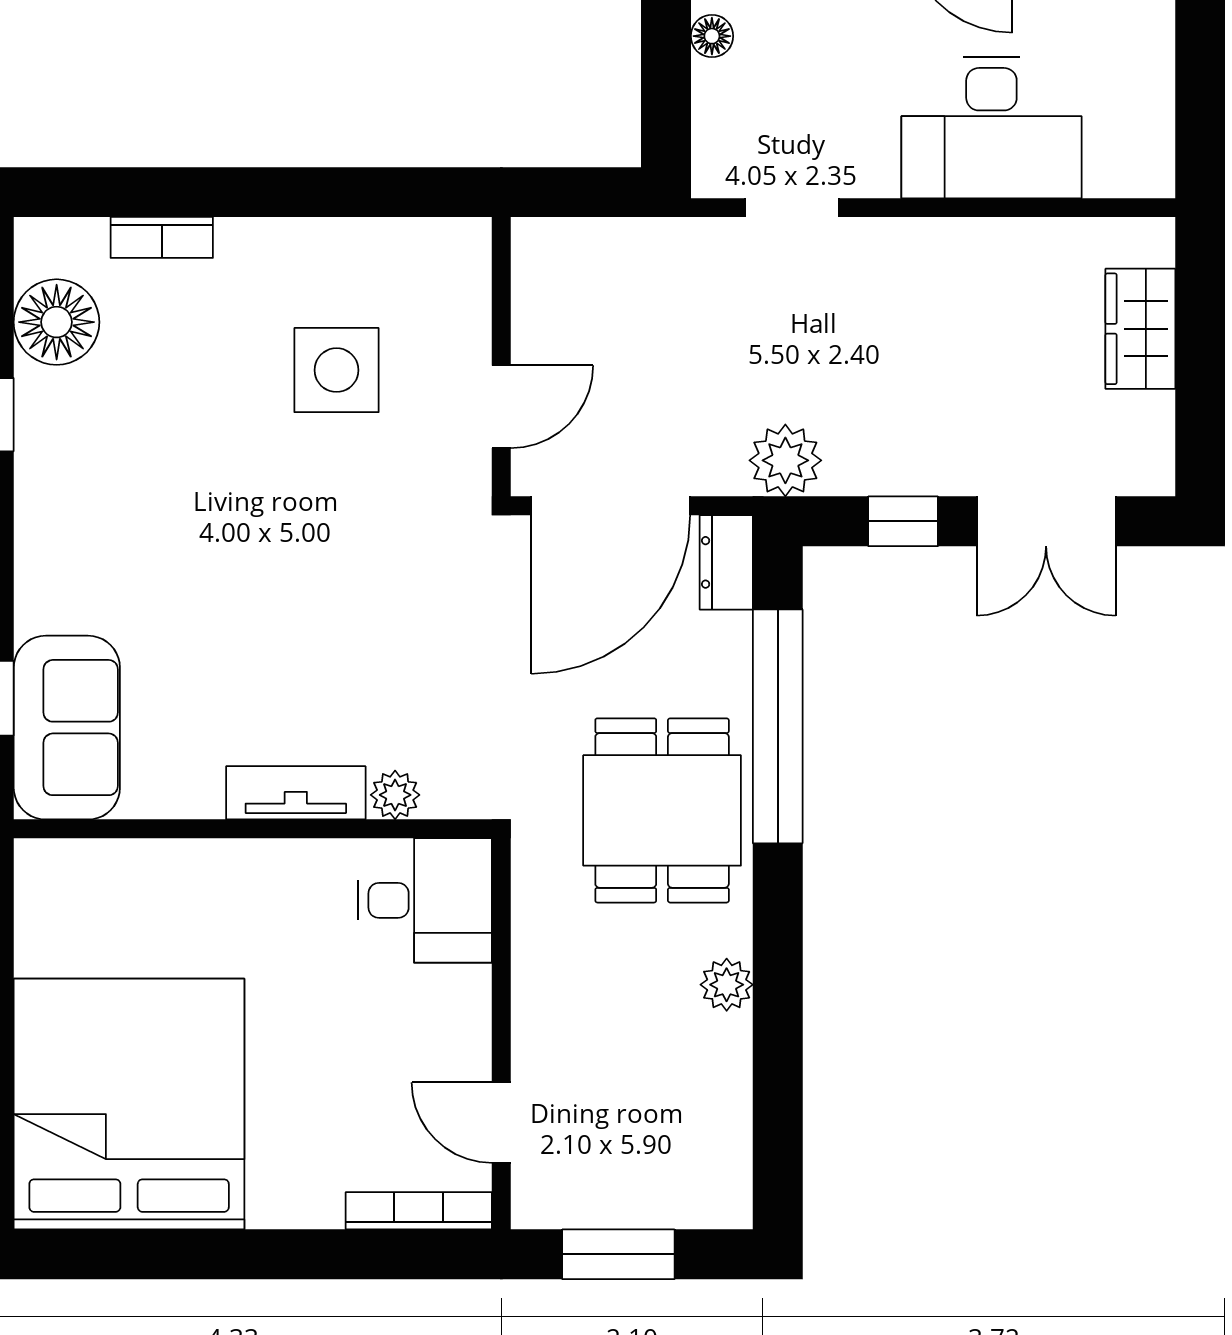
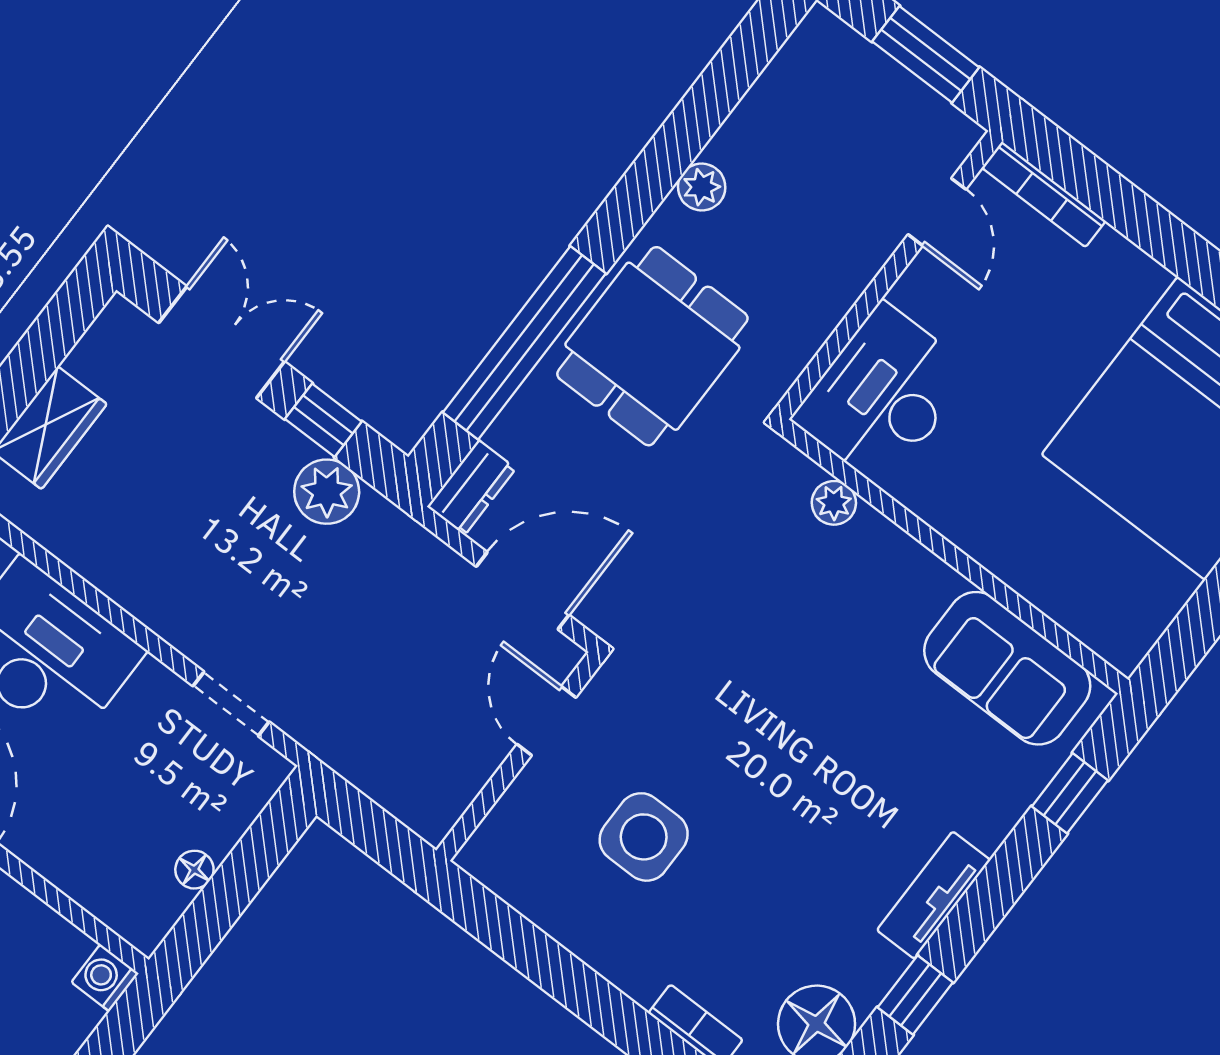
door: (501, 407) -> (546, 721), hinge flipped
plant: (785, 460) -> (327, 492), moved
door: (611, 506) -> (523, 591), width x0.73
sofa: (67, 728) -> (1007, 668), moved, turned -90
tv unit: (296, 793) -> (934, 895), moved, turned 90
desk: (425, 900) -> (883, 395), width x1.37

